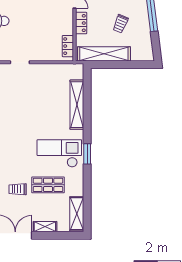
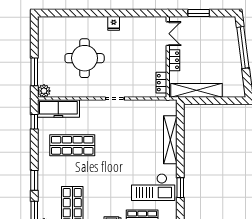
trolley: (120, 24) -> (213, 61), removed
checkout: (59, 153) -> (153, 187), turned 180

